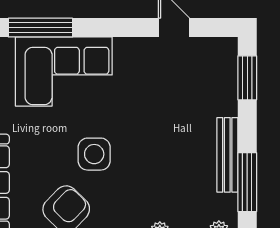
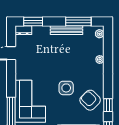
dresser: (227, 56) -> (23, 30), added

